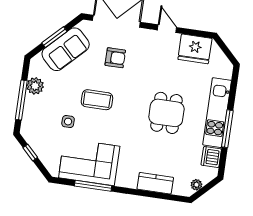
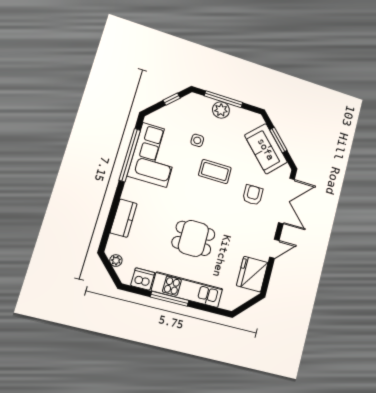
armchair: (115, 58) -> (253, 195), turned 180
plant: (35, 86) -> (221, 110), moved
coffee table: (97, 100) -> (215, 172), turned 90
window: (93, 186) -> (130, 155), width x1.46

